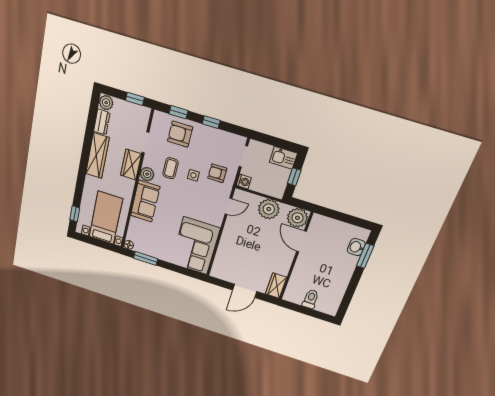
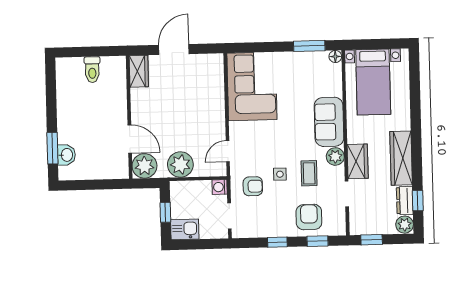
armchair: (180, 134) -> (309, 217), turned -90
window: (75, 214) -> (418, 201), moved

